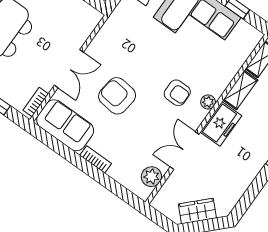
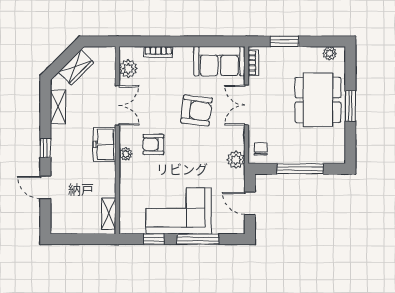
chair: (84, 21) -> (260, 149), added
plant: (113, 27) -> (236, 160), added
shelving: (240, 90) -> (58, 107), moved
bookcase: (96, 159) -> (158, 52), moved

